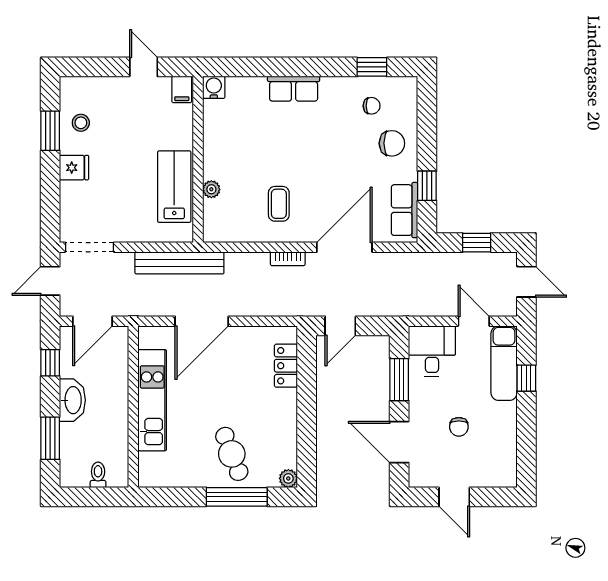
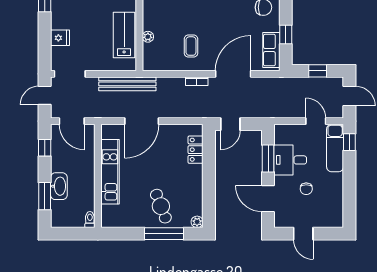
fridge: (74, 168) -> (60, 38), moved
door: (93, 321) -> (72, 121), hinge flipped
desk: (432, 351) -> (290, 160), moved, turned -90
window: (526, 378) -> (349, 142), moved
washbasin: (72, 400) -> (59, 186), moved
toilet: (98, 475) -> (90, 220), moved

